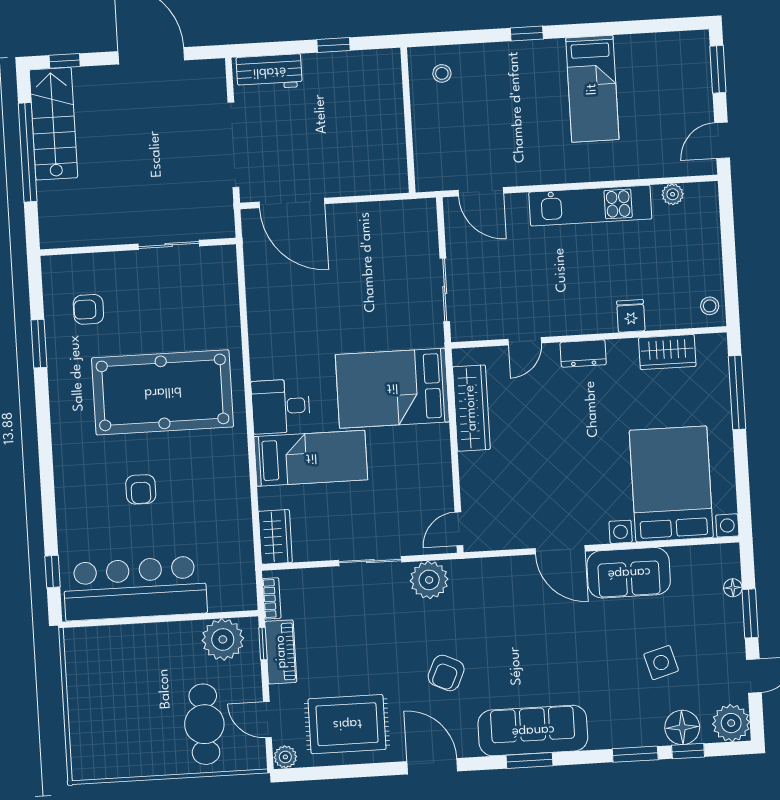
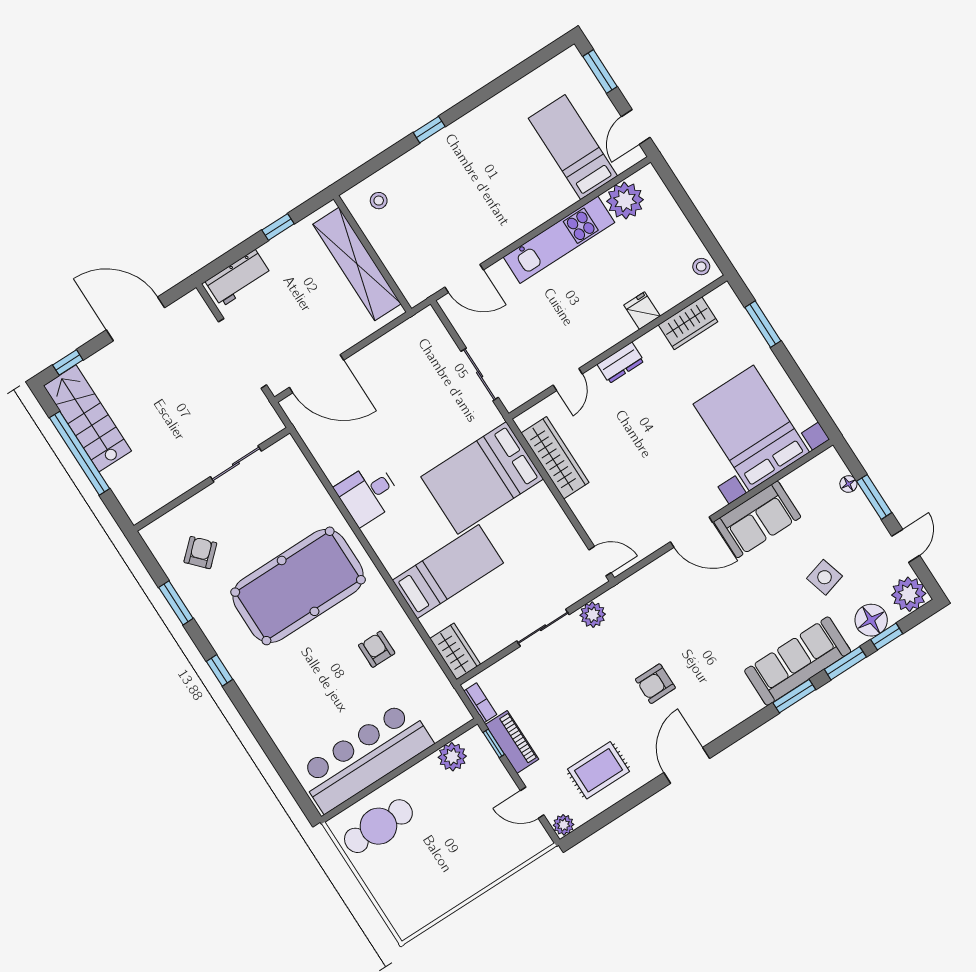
bed: (592, 89) -> (573, 147), moved, turned 180
shelving: (388, 122) -> (357, 264), added
plant: (673, 194) -> (625, 201), width x1.88, depth x1.88
armchair: (88, 309) -> (200, 553), turned 137
window: (737, 393) -> (763, 324), width x0.69
desk: (281, 406) -> (368, 494), moved
armchair: (141, 489) -> (377, 649), moved, turned 180
door: (459, 529) -> (600, 561), swing flipped
window: (52, 571) -> (219, 670), moved
plant: (429, 580) -> (593, 615), width x0.73, depth x0.73
plant: (223, 639) -> (452, 757), width x0.73, depth x0.73
armchair: (446, 673) -> (655, 684), turned 65
cafe table: (204, 724) -> (378, 826), moved, turned 90
rug: (347, 724) -> (599, 770), width x0.73, depth x0.70
sofa: (533, 731) -> (798, 661), moved
window: (529, 761) -> (794, 696), moved
door: (432, 766) -> (687, 765), hinge flipped

